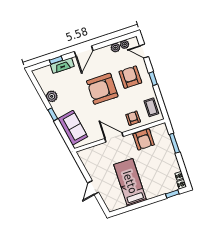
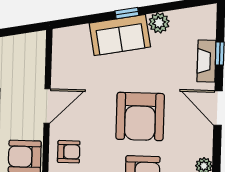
armchair: (102, 89) -> (140, 116), turned 180
sofa: (73, 128) -> (120, 35), moved

